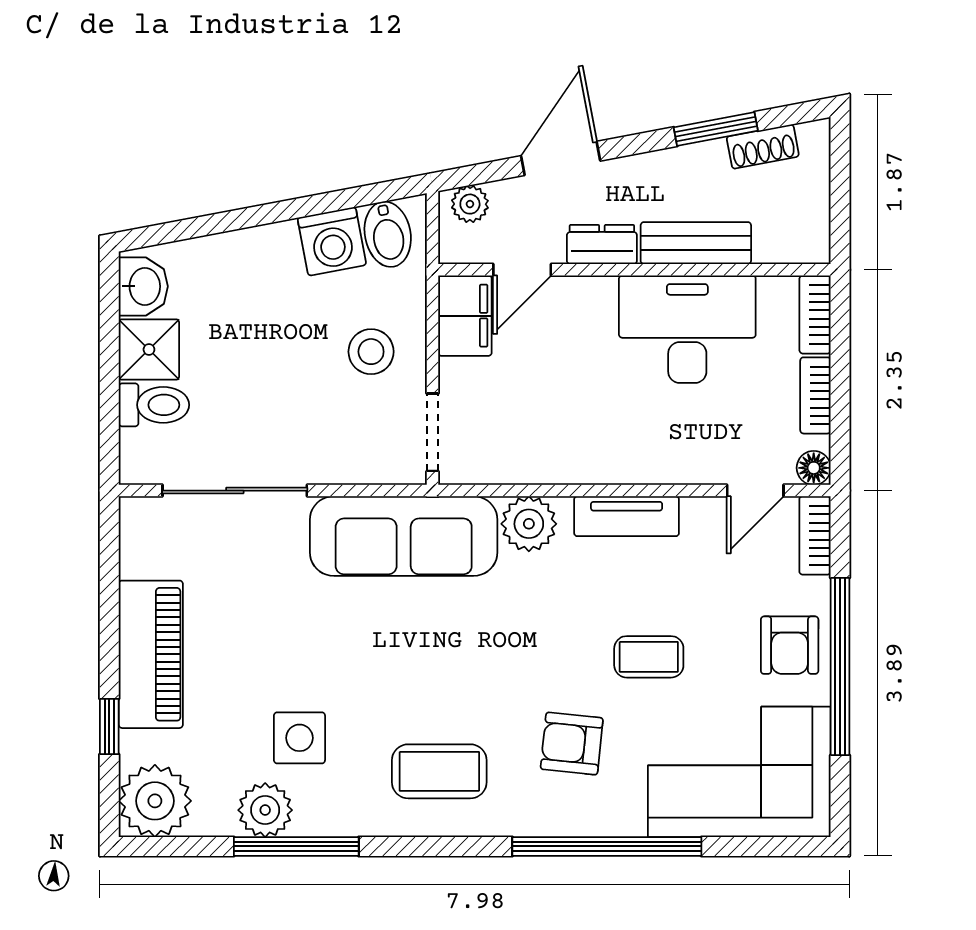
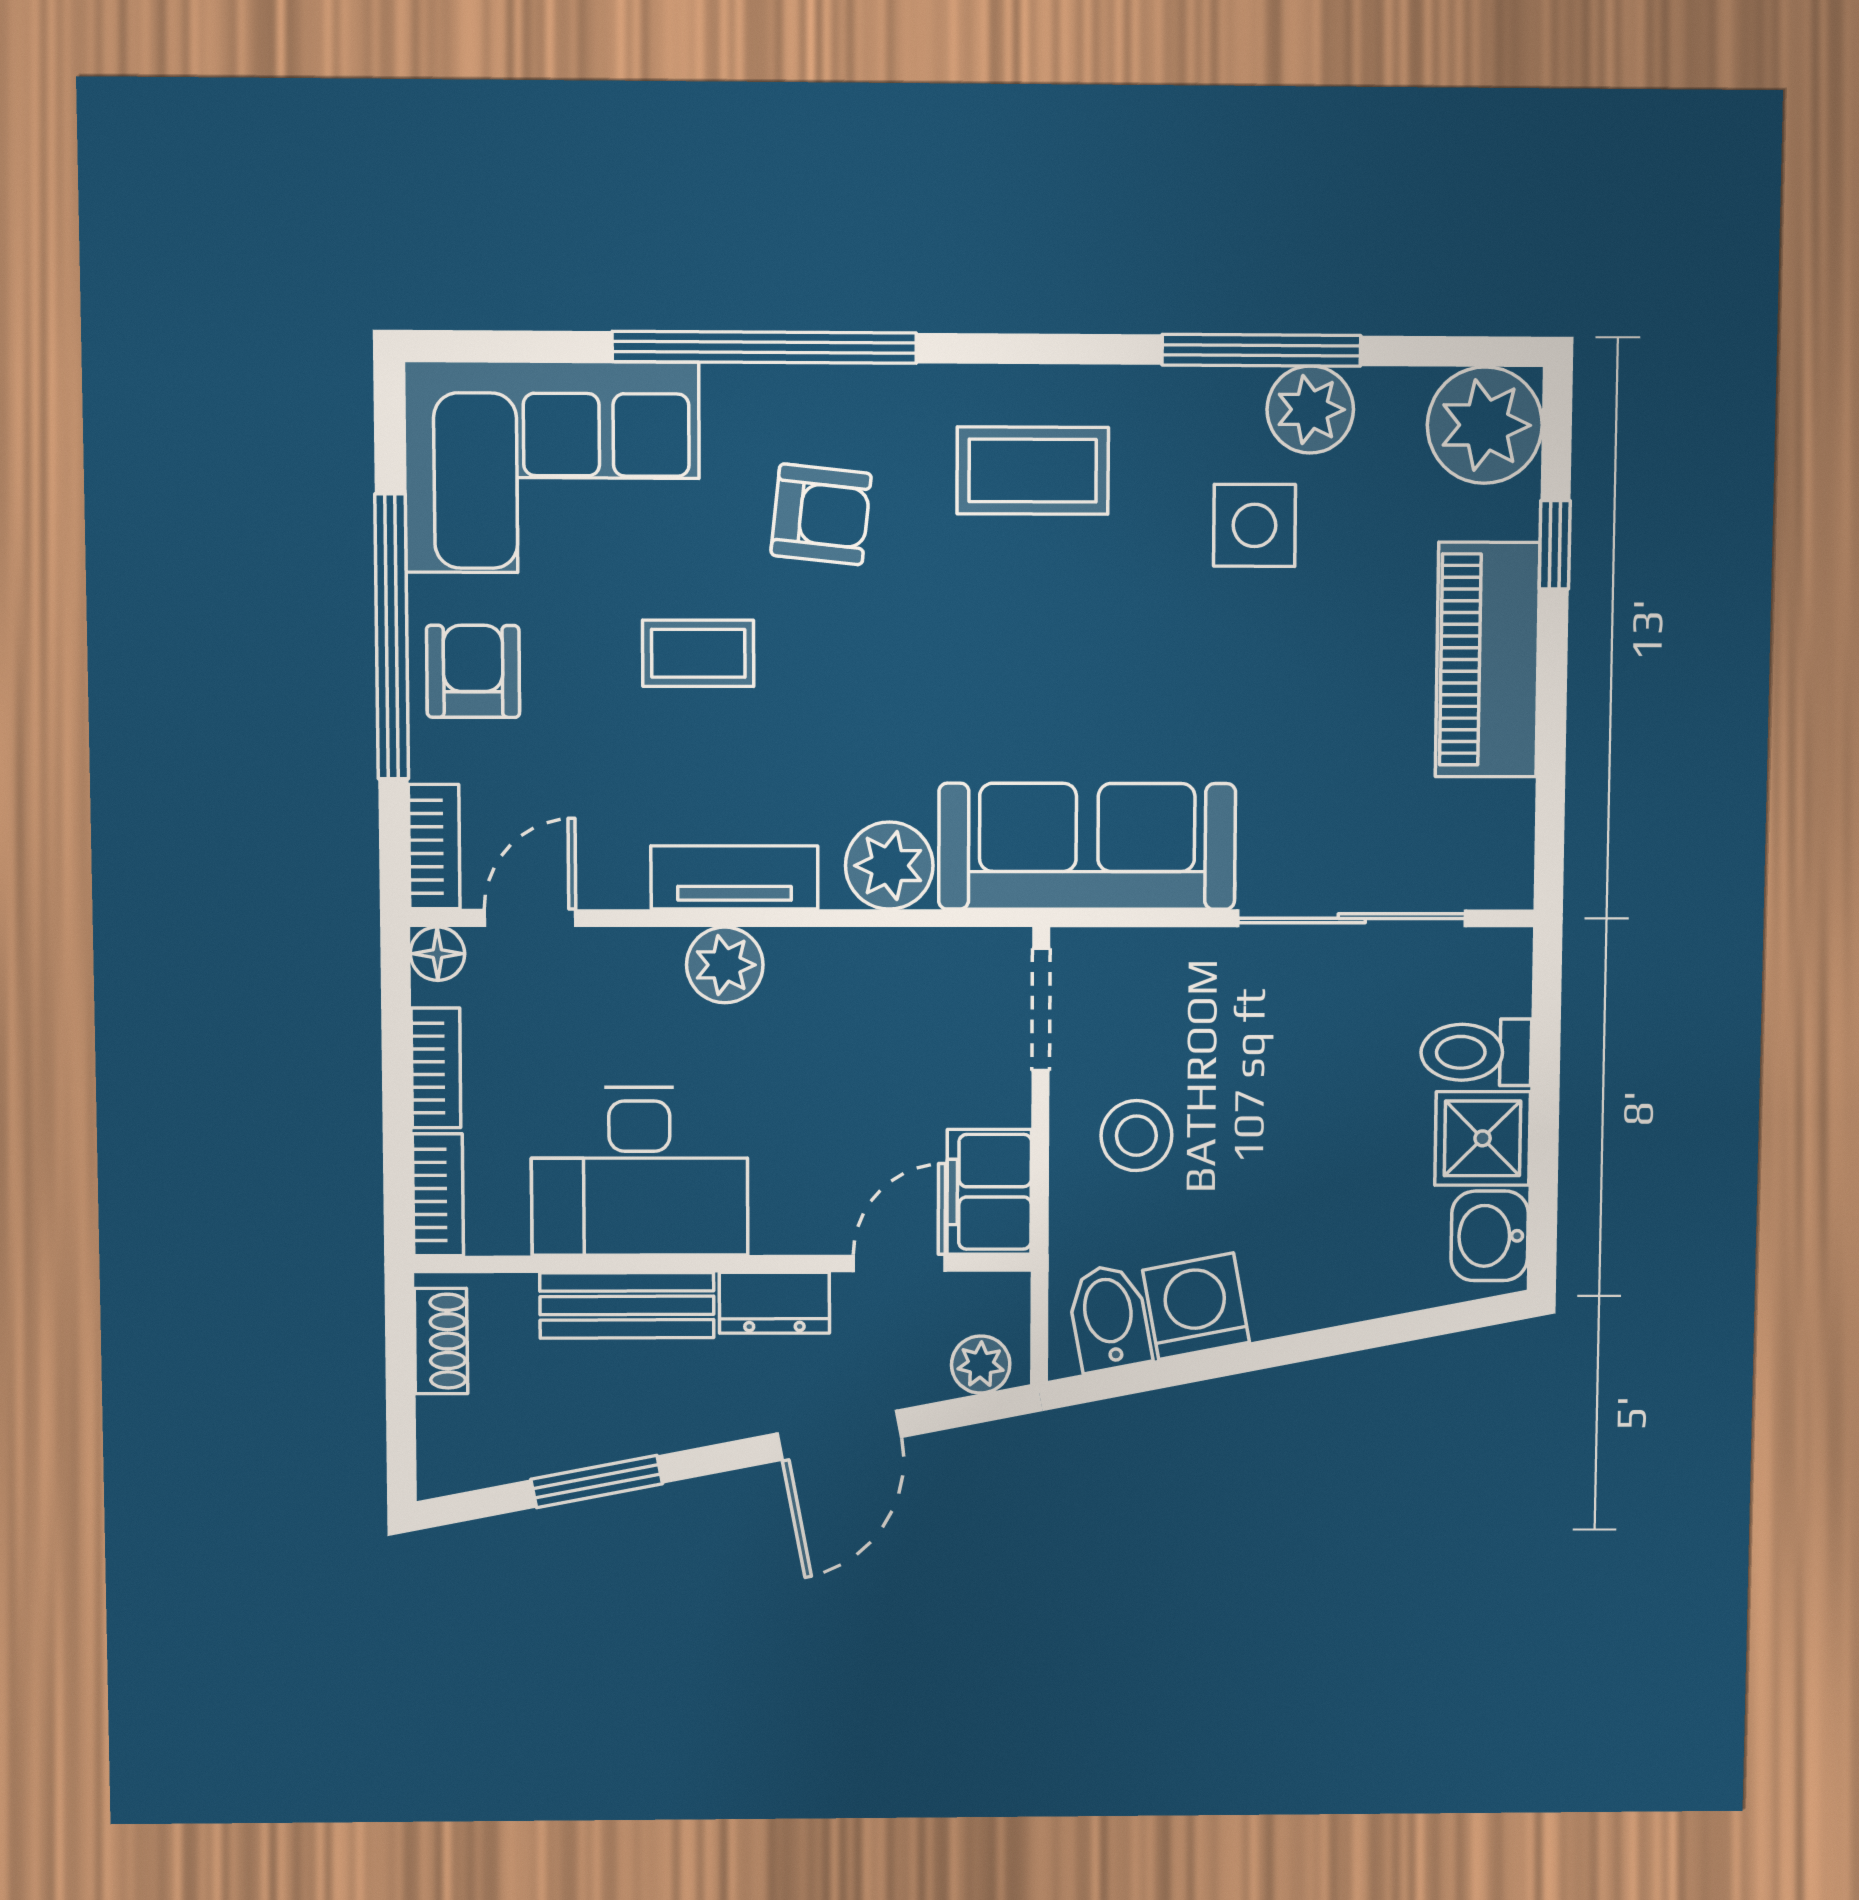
shoe rack: (763, 147) -> (441, 1341), moved, turned 101
plant: (633, 461) -> (725, 965), added

